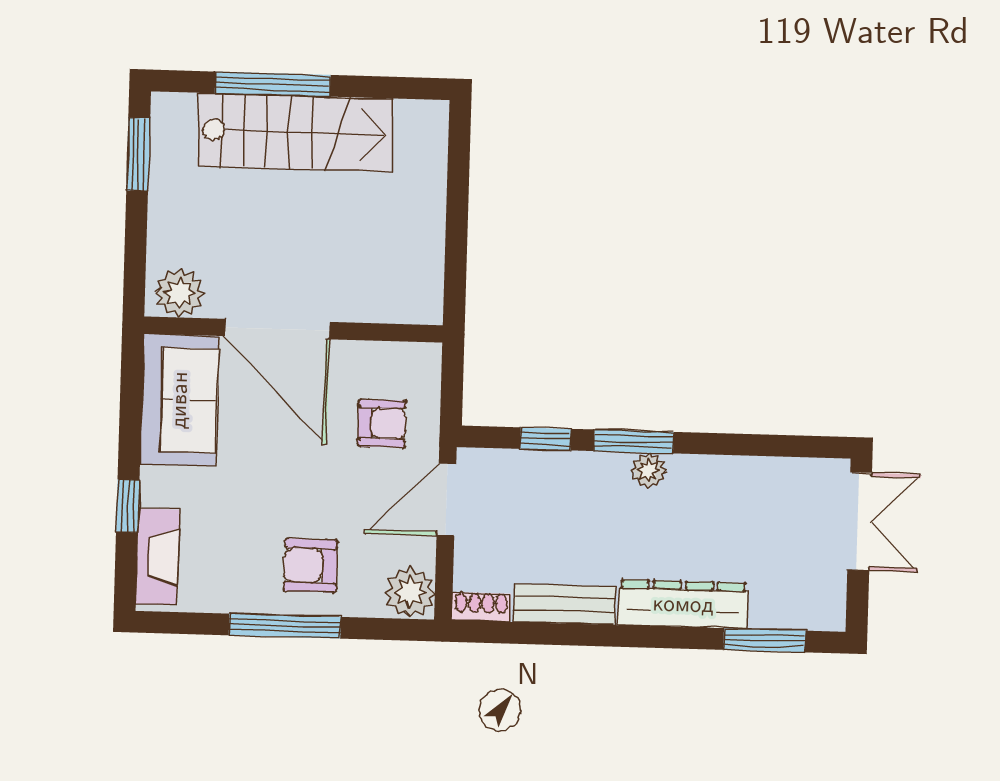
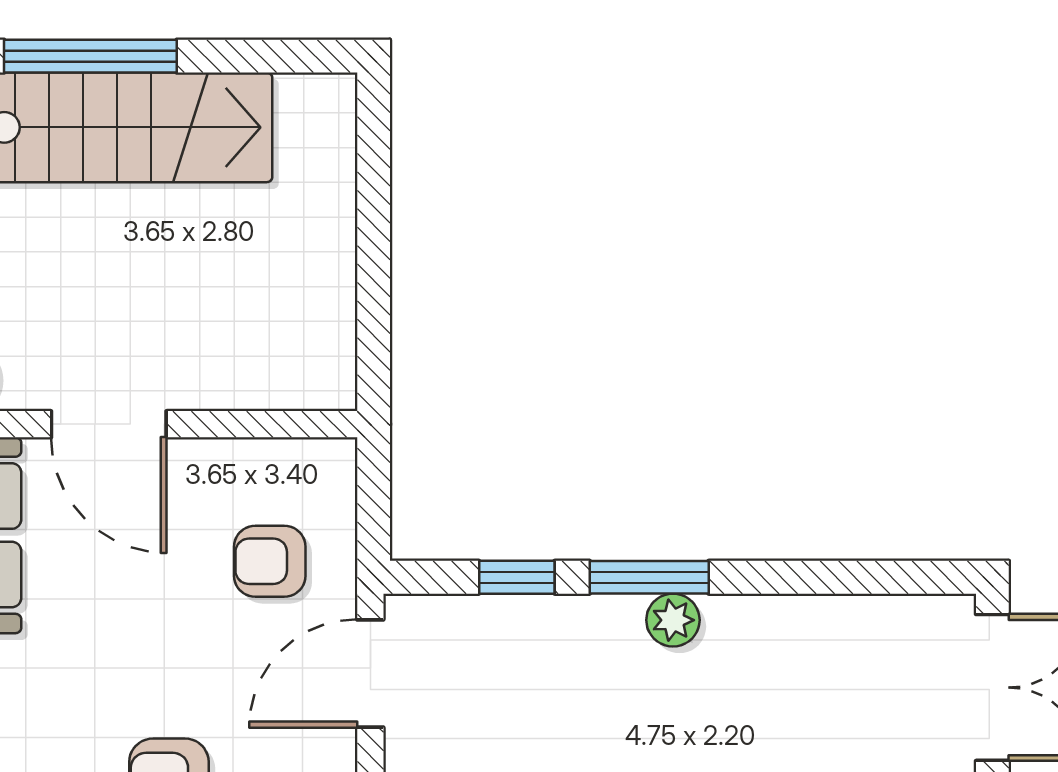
door: (278, 329) -> (109, 424), width x0.73
armchair: (382, 423) -> (270, 561), turned 180

